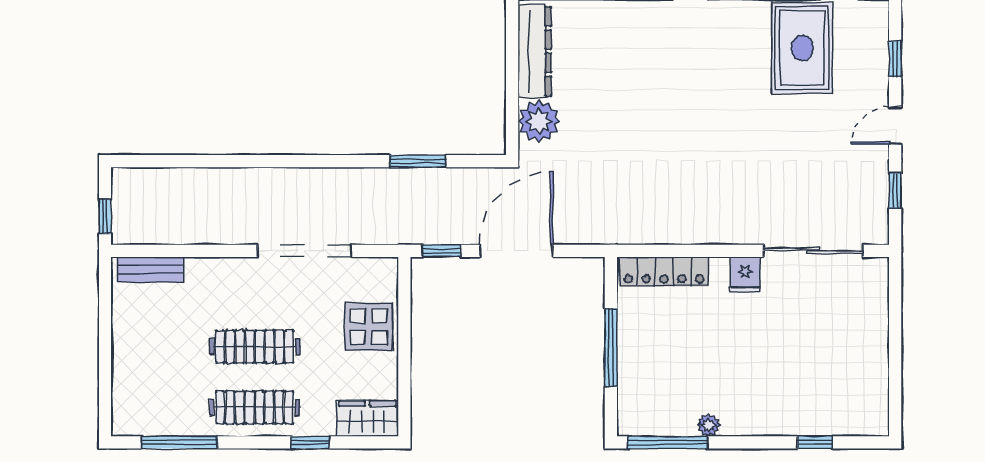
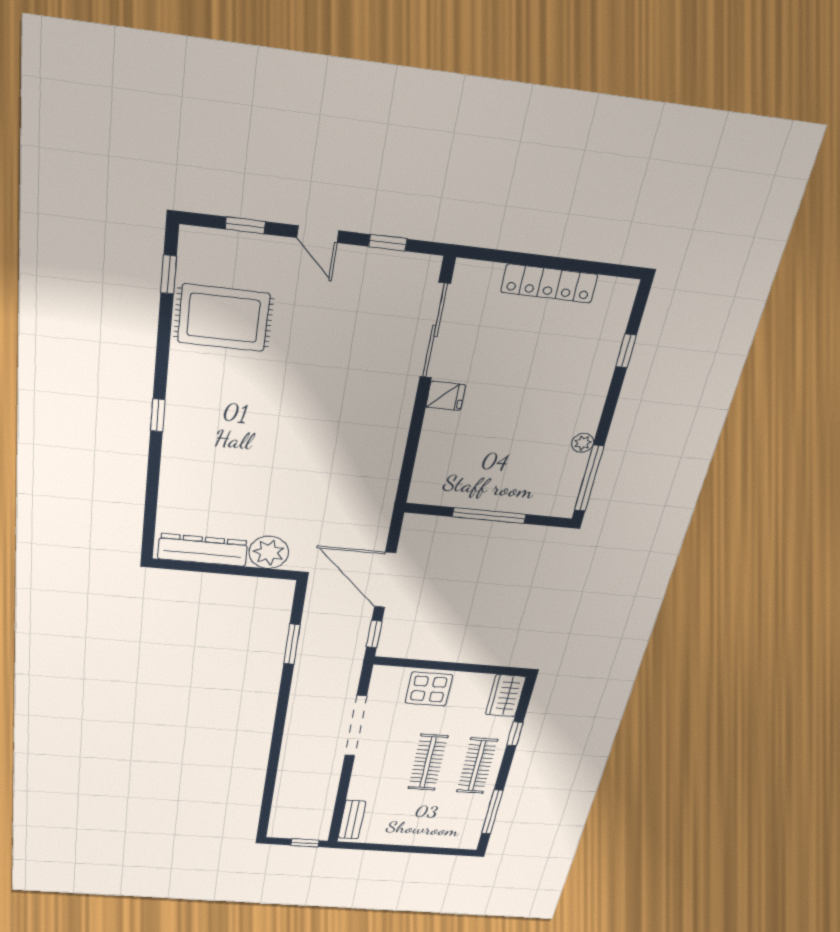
locker: (664, 272) -> (549, 283), moved, turned 90

